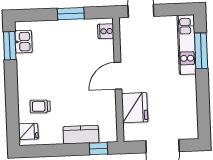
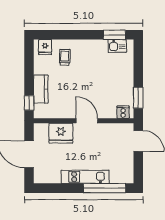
window: (71, 14) -> (138, 98), moved
kitchen unit: (187, 45) -> (85, 177), moved
window: (201, 51) -> (104, 188), width x1.46

